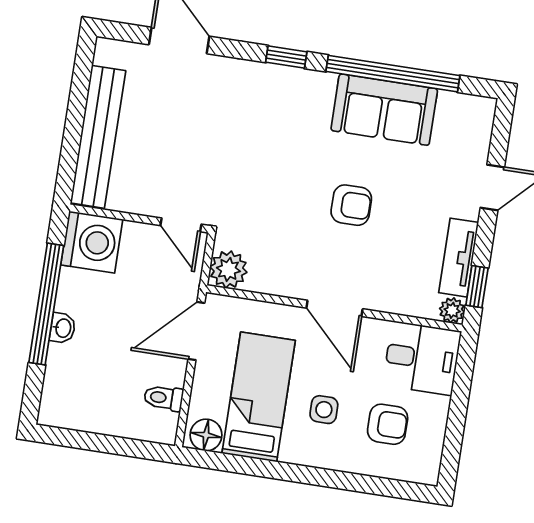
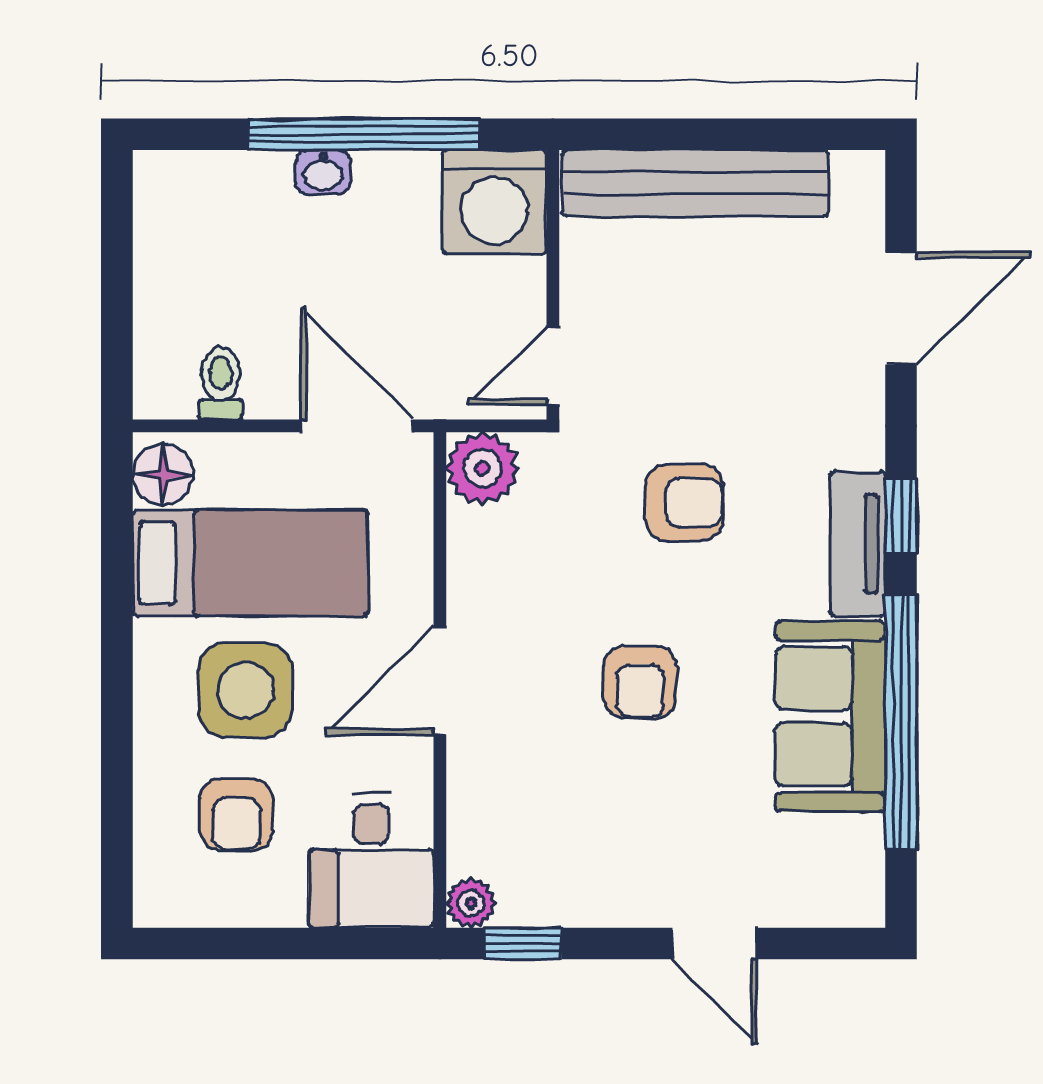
armchair: (262, 168) -> (684, 503), added
tv unit: (459, 258) -> (858, 544), moved, turned -90
side table: (324, 410) -> (245, 690), width x1.87, depth x1.87

